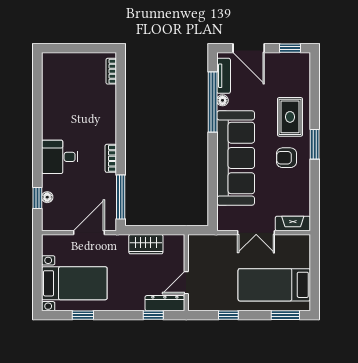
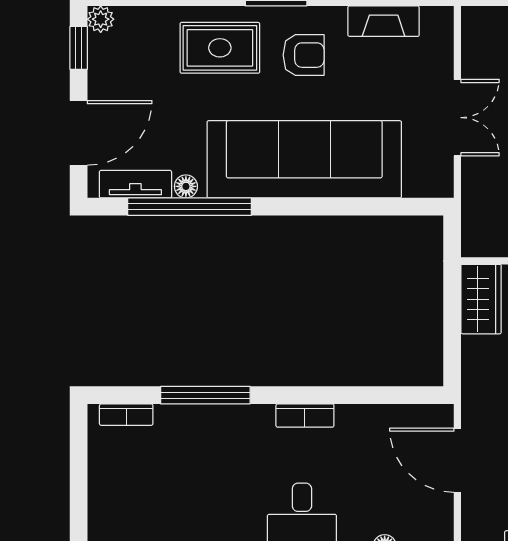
plant: (304, 59) -> (101, 19), added
armchair: (286, 158) -> (304, 55), turned -90
window: (121, 197) -> (205, 395), moved
fireplace: (293, 223) -> (384, 21), moved, turned -90
wardrobe: (146, 244) -> (481, 299), moved

